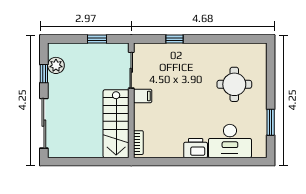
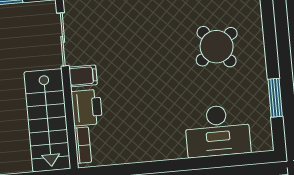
round table: (234, 84) -> (217, 47), turned -38
printer: (196, 148) -> (87, 108), moved, turned 90

